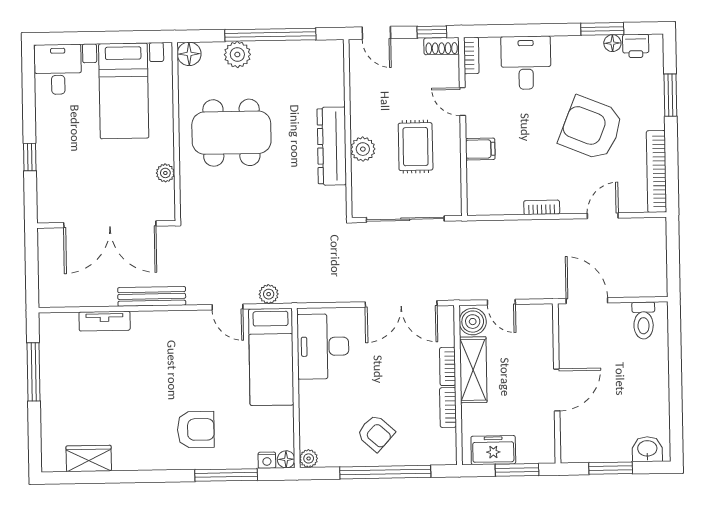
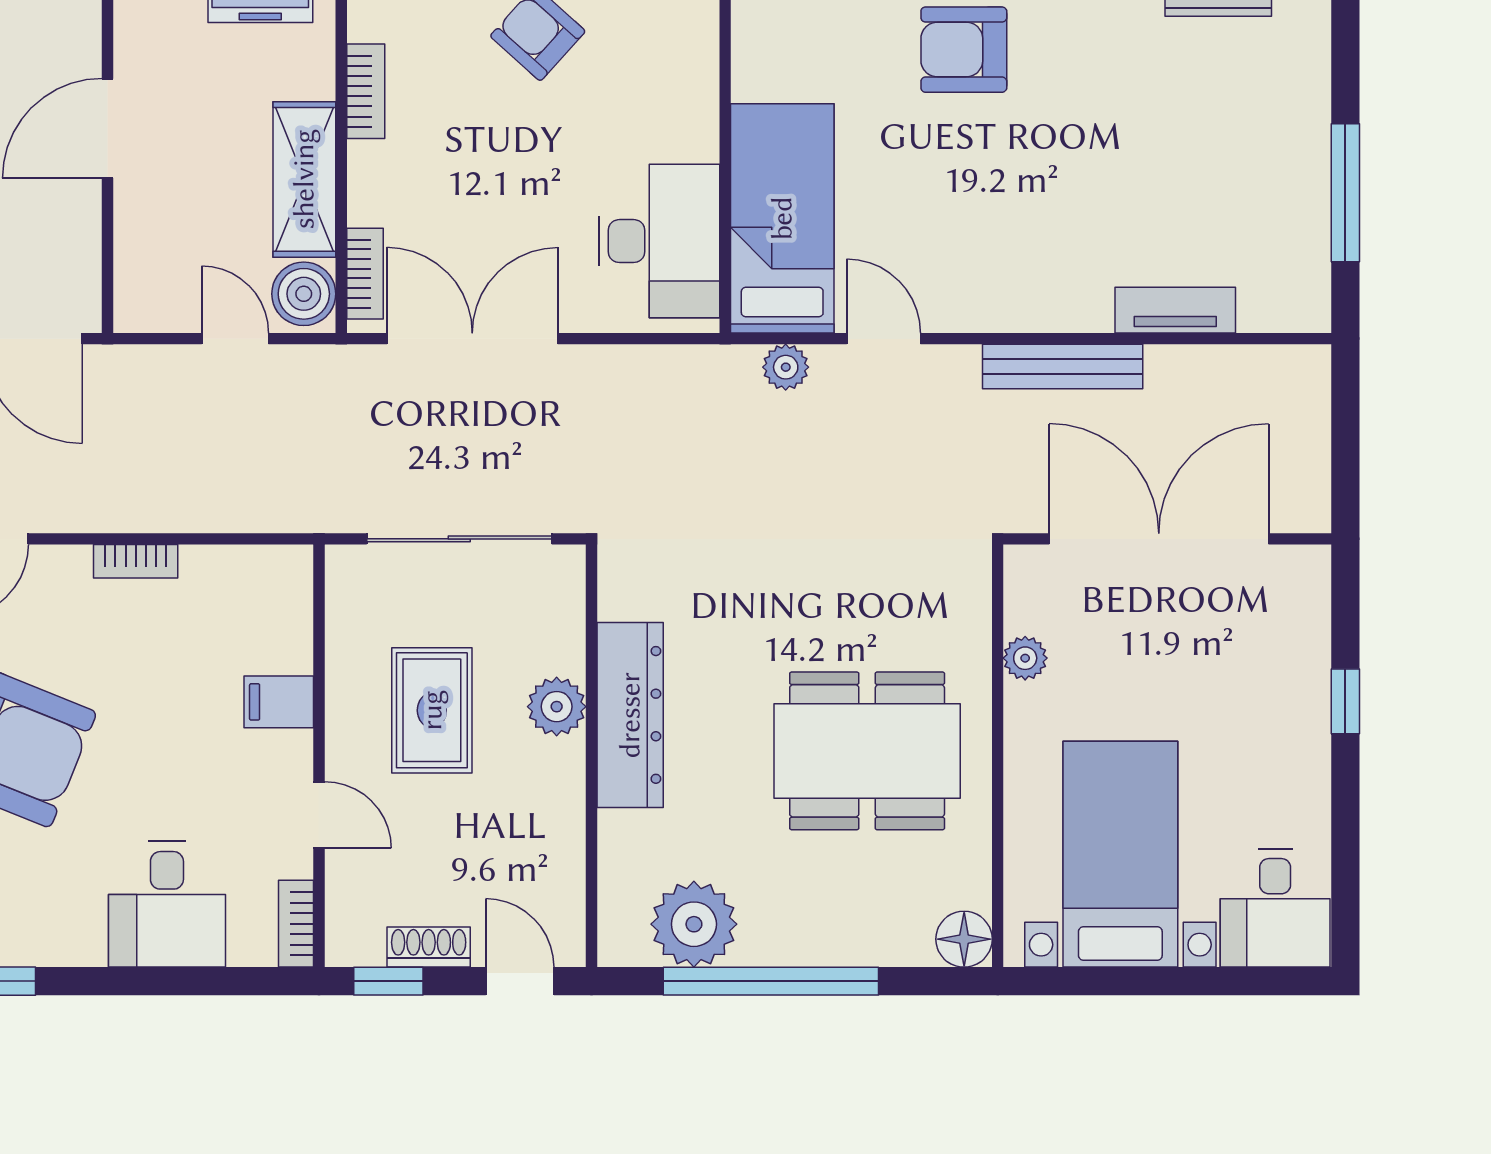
shoe rack: (442, 46) -> (429, 947), moved
plant: (237, 54) -> (694, 924), moved, width x1.36, depth x1.36
bookcase: (448, 366) -> (365, 274), moved

